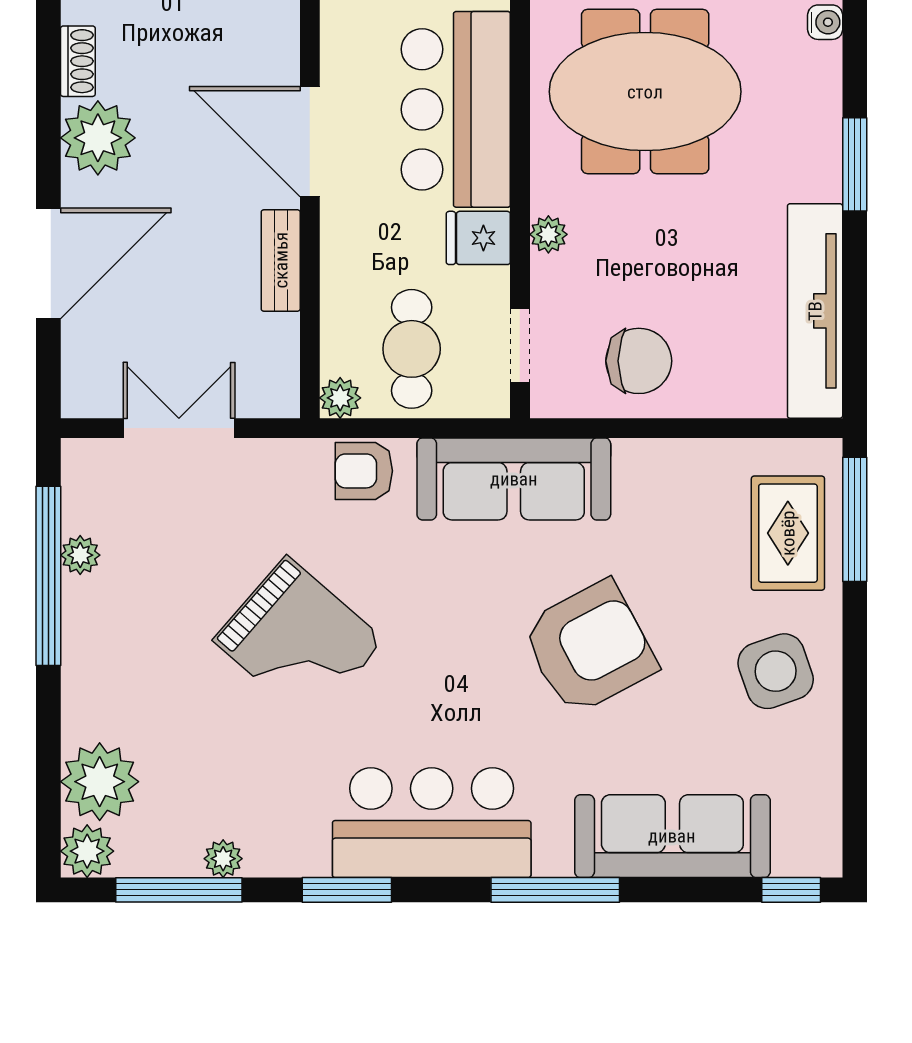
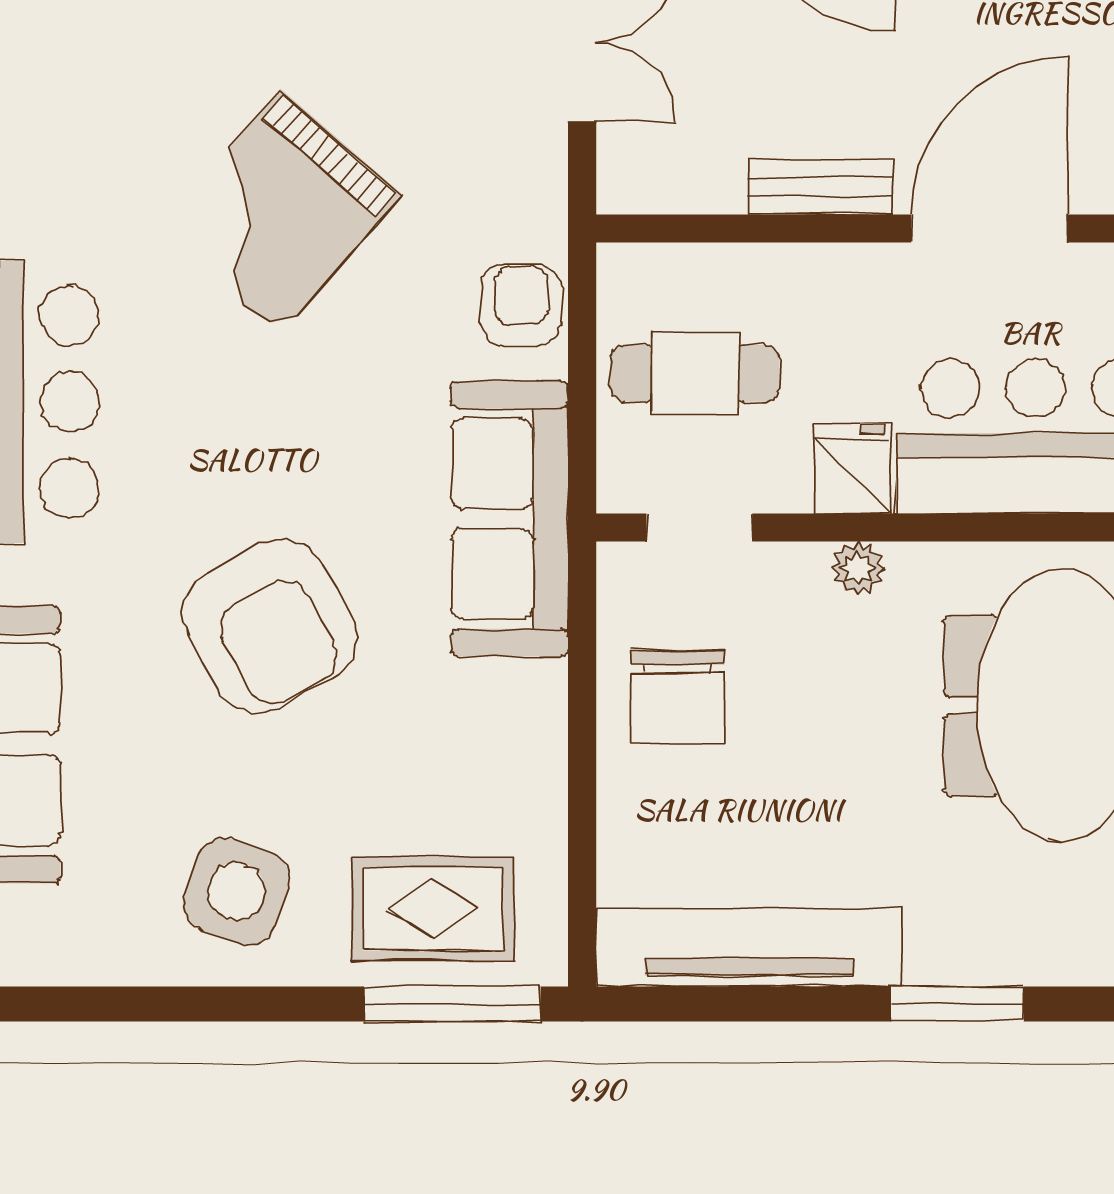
plant: (340, 398) -> (625, 272), removed
side table: (776, 671) -> (236, 891), turned 38

